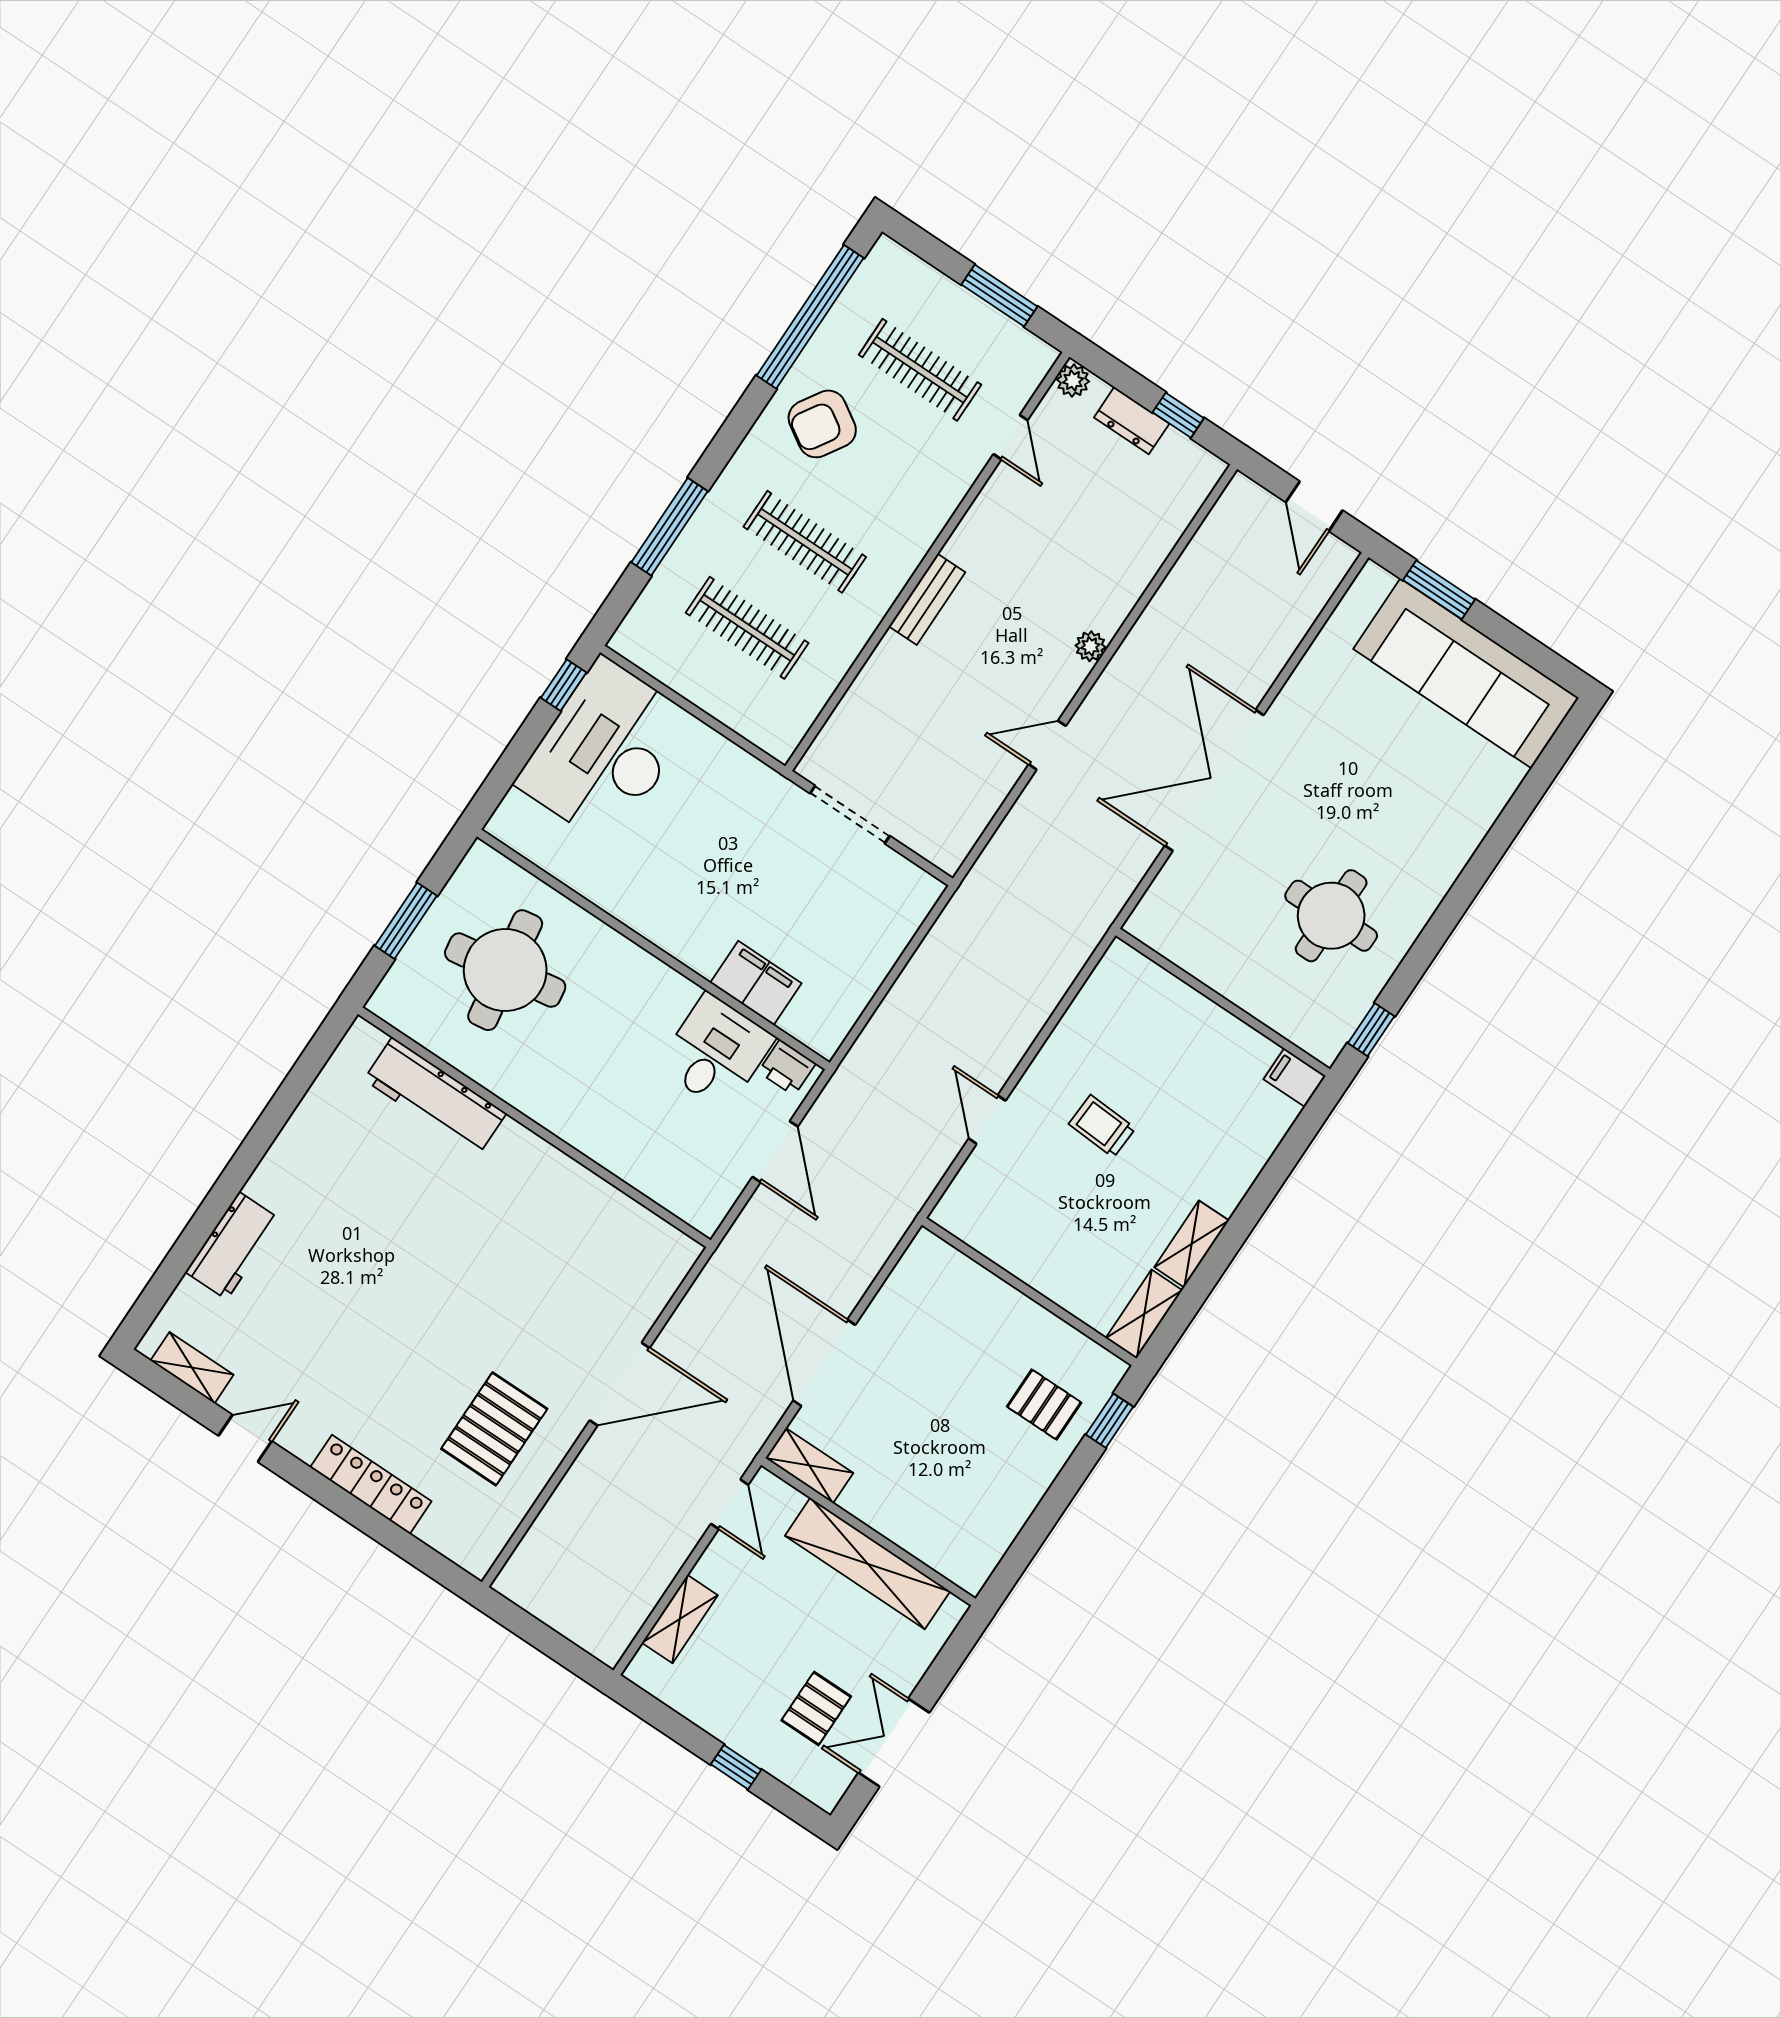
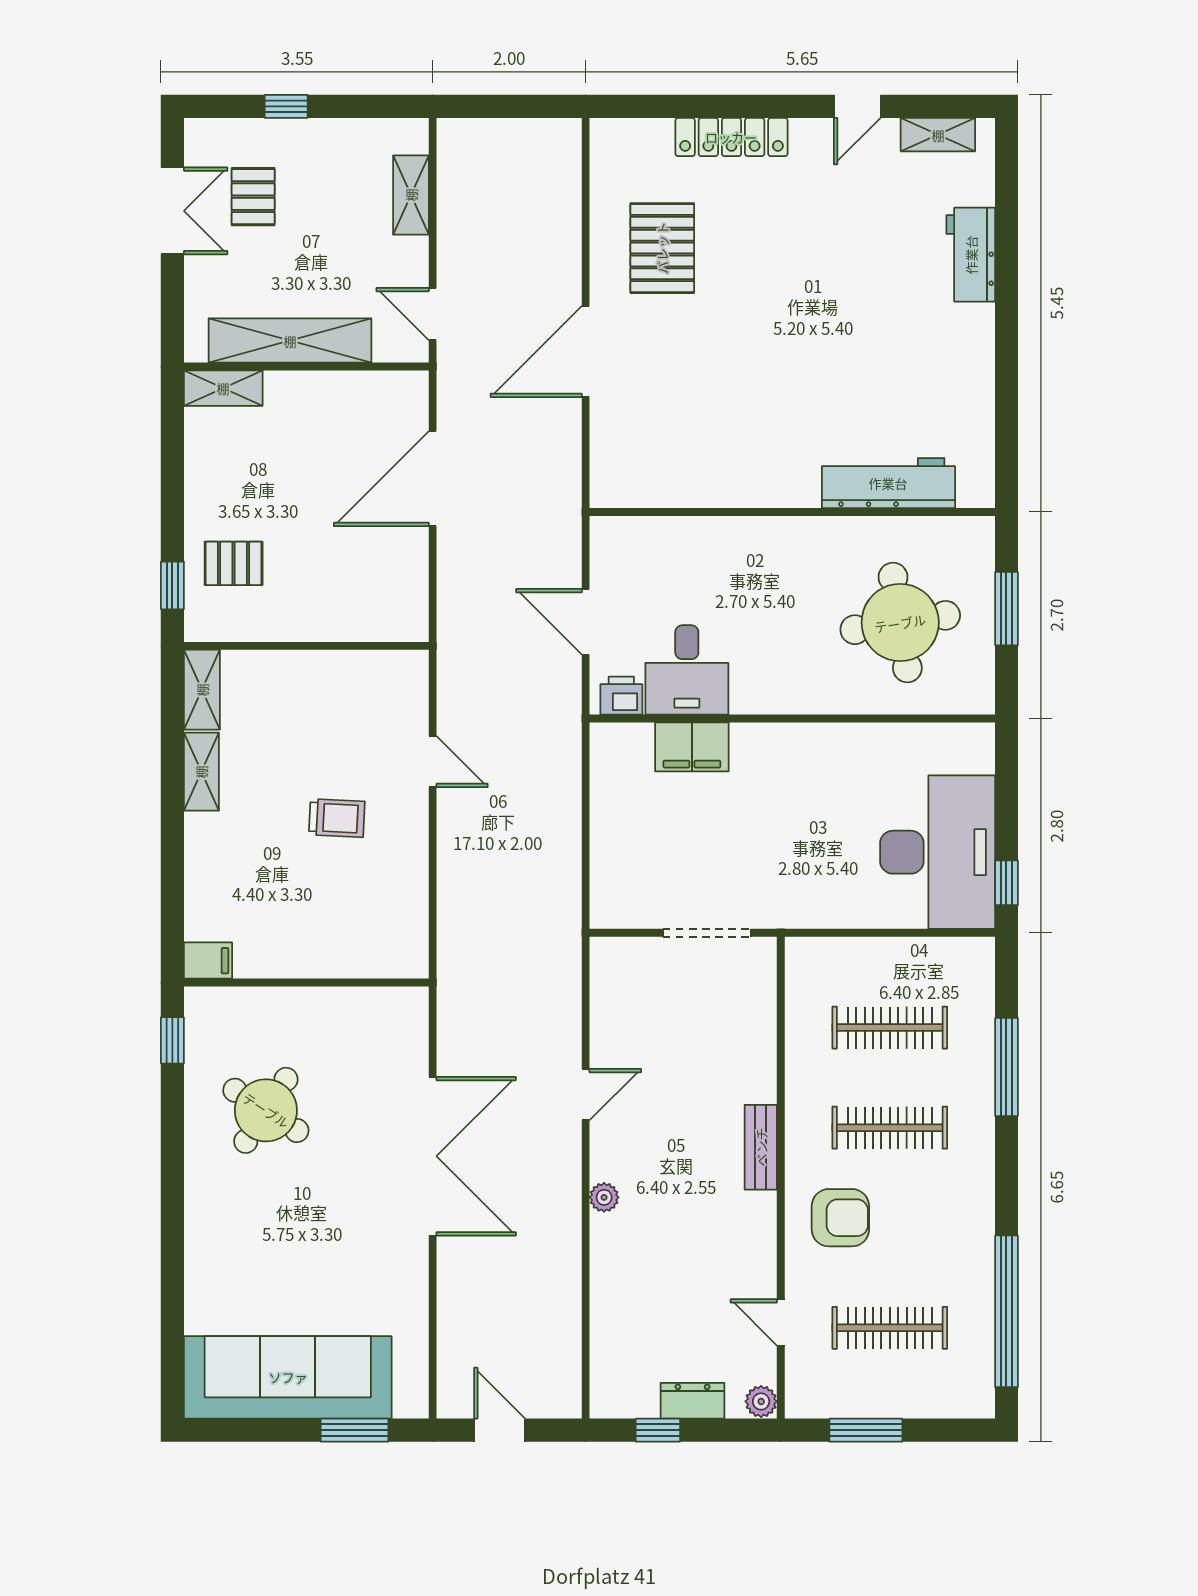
armchair: (822, 424) -> (840, 1218), moved, turned 58
round table: (1331, 916) -> (266, 1110), turned 33
door: (824, 1363) -> (433, 479), swing flipped
shelving: (809, 1465) -> (223, 388), moved

